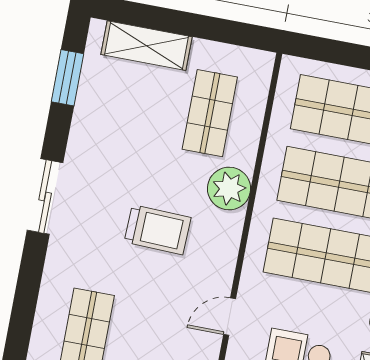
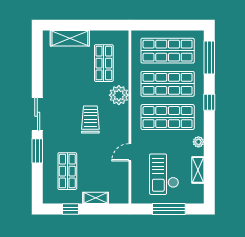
window: (67, 78) -> (37, 151), moved
trolley: (158, 230) -> (90, 120), turned -92

